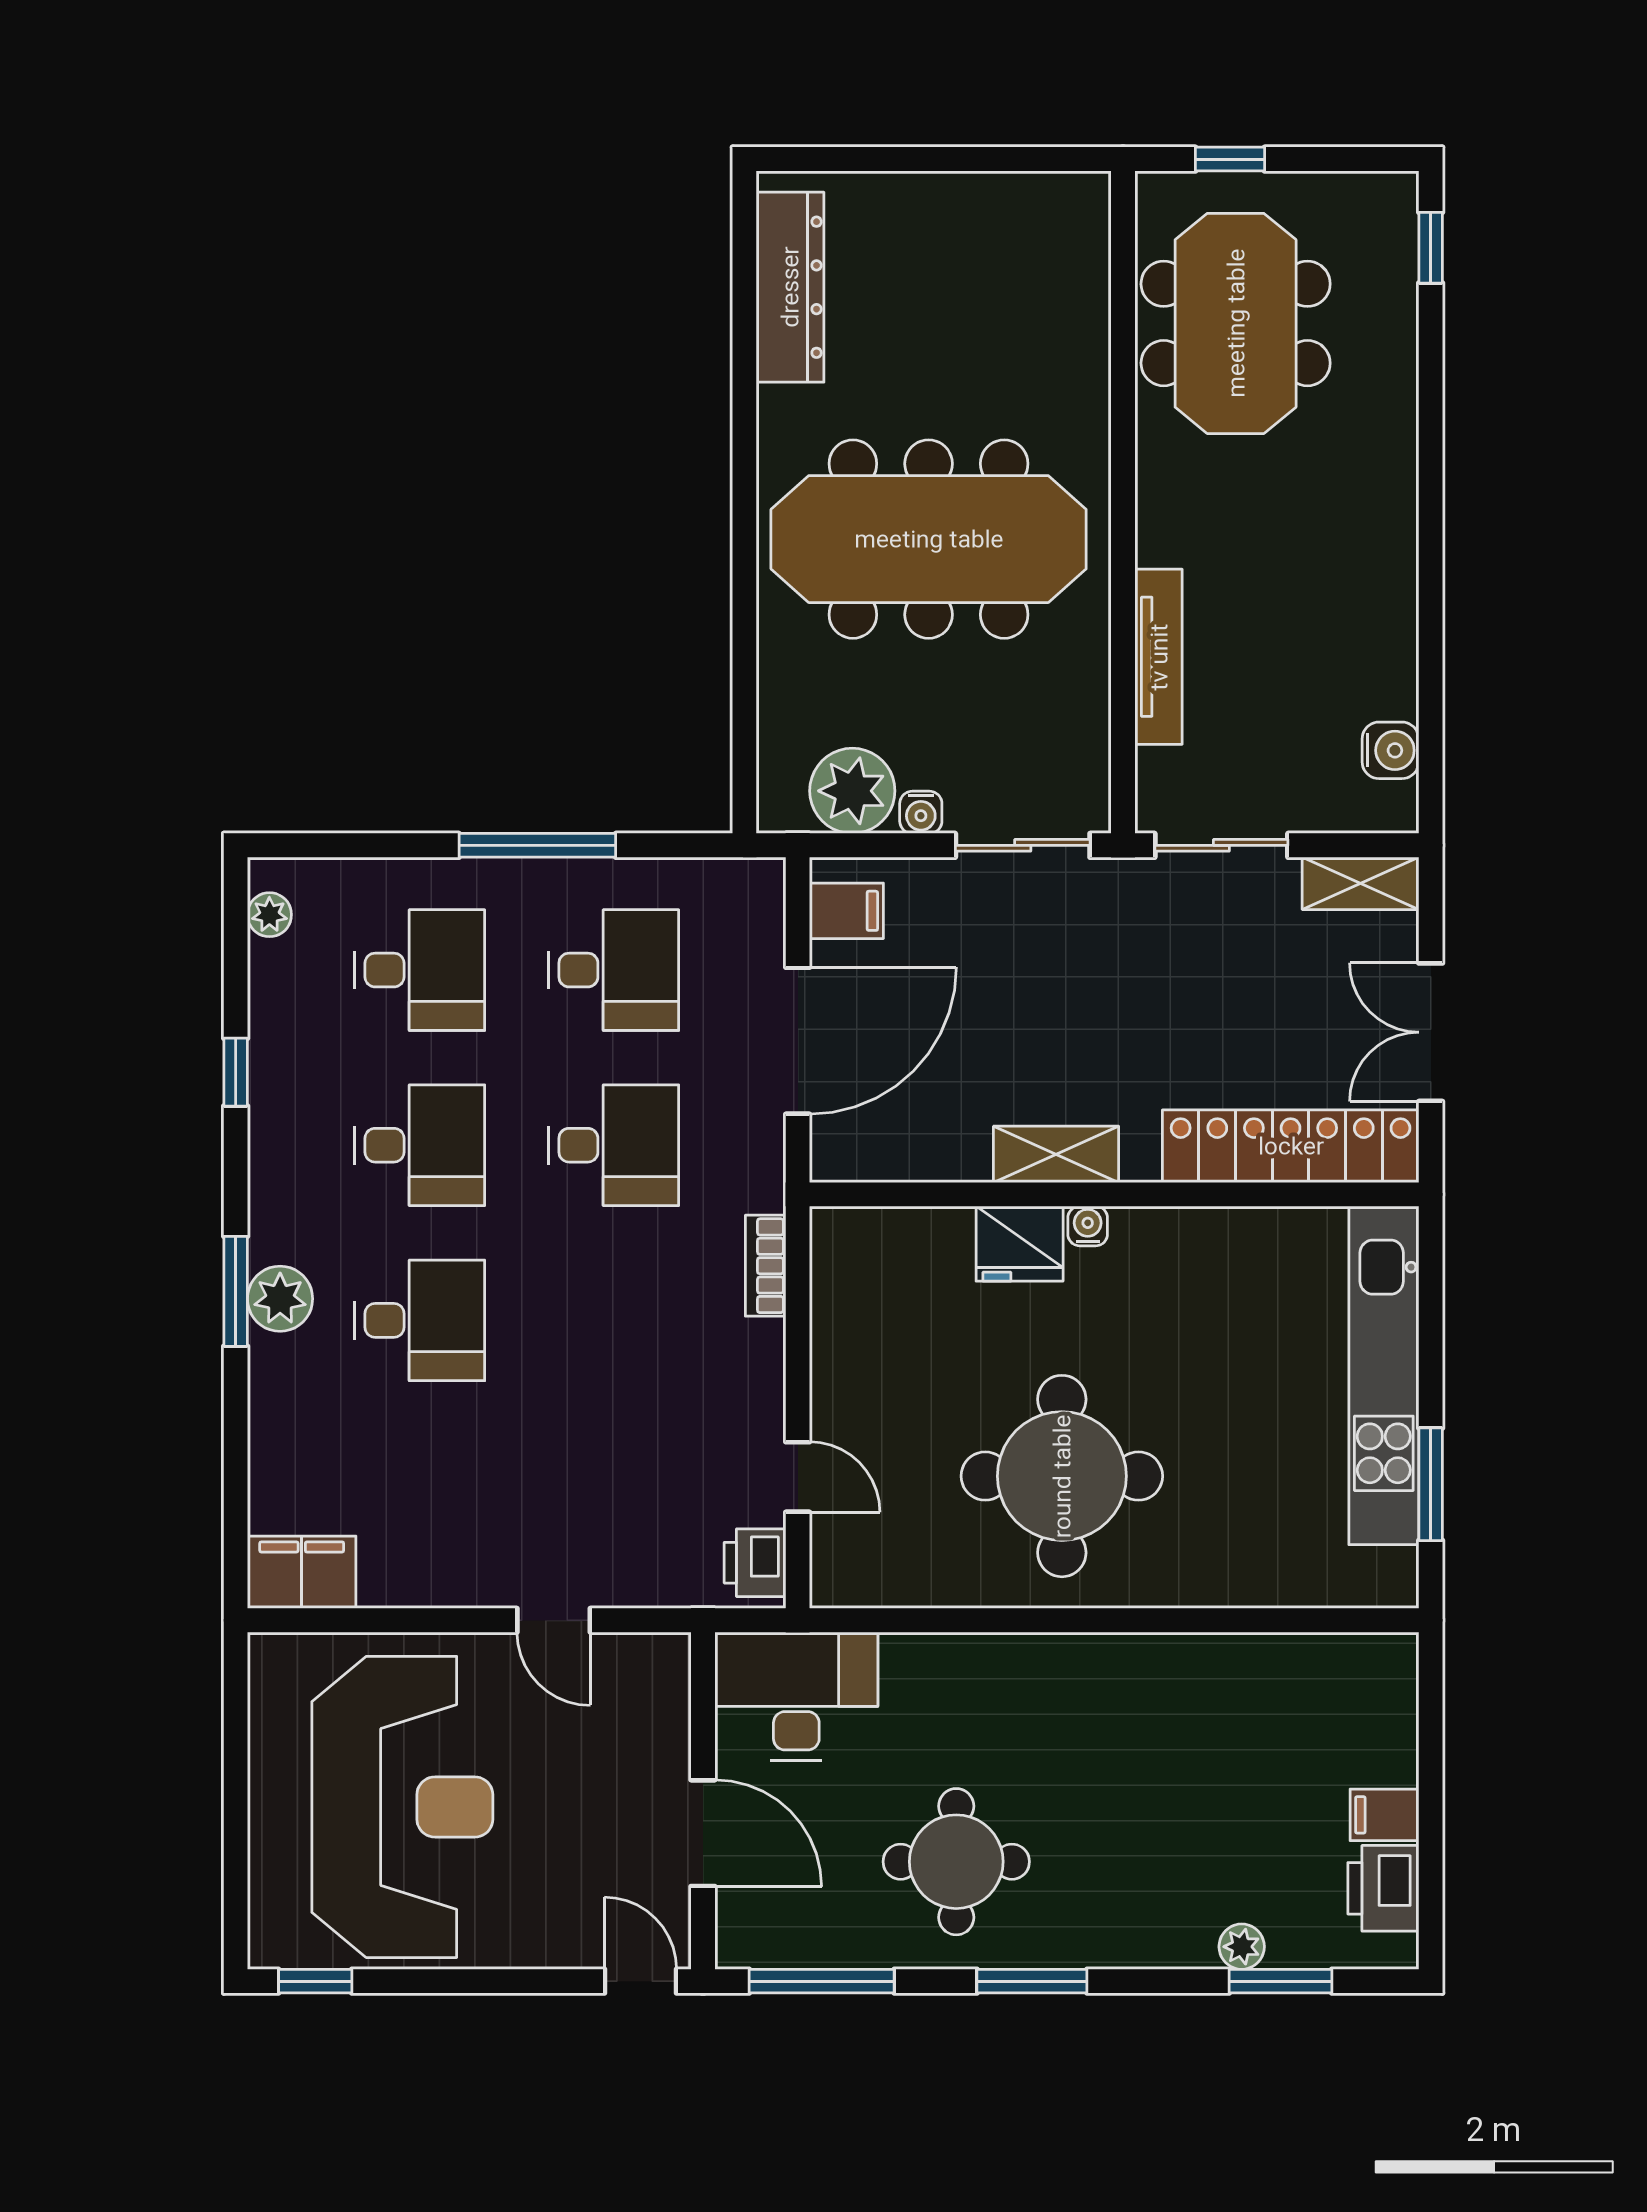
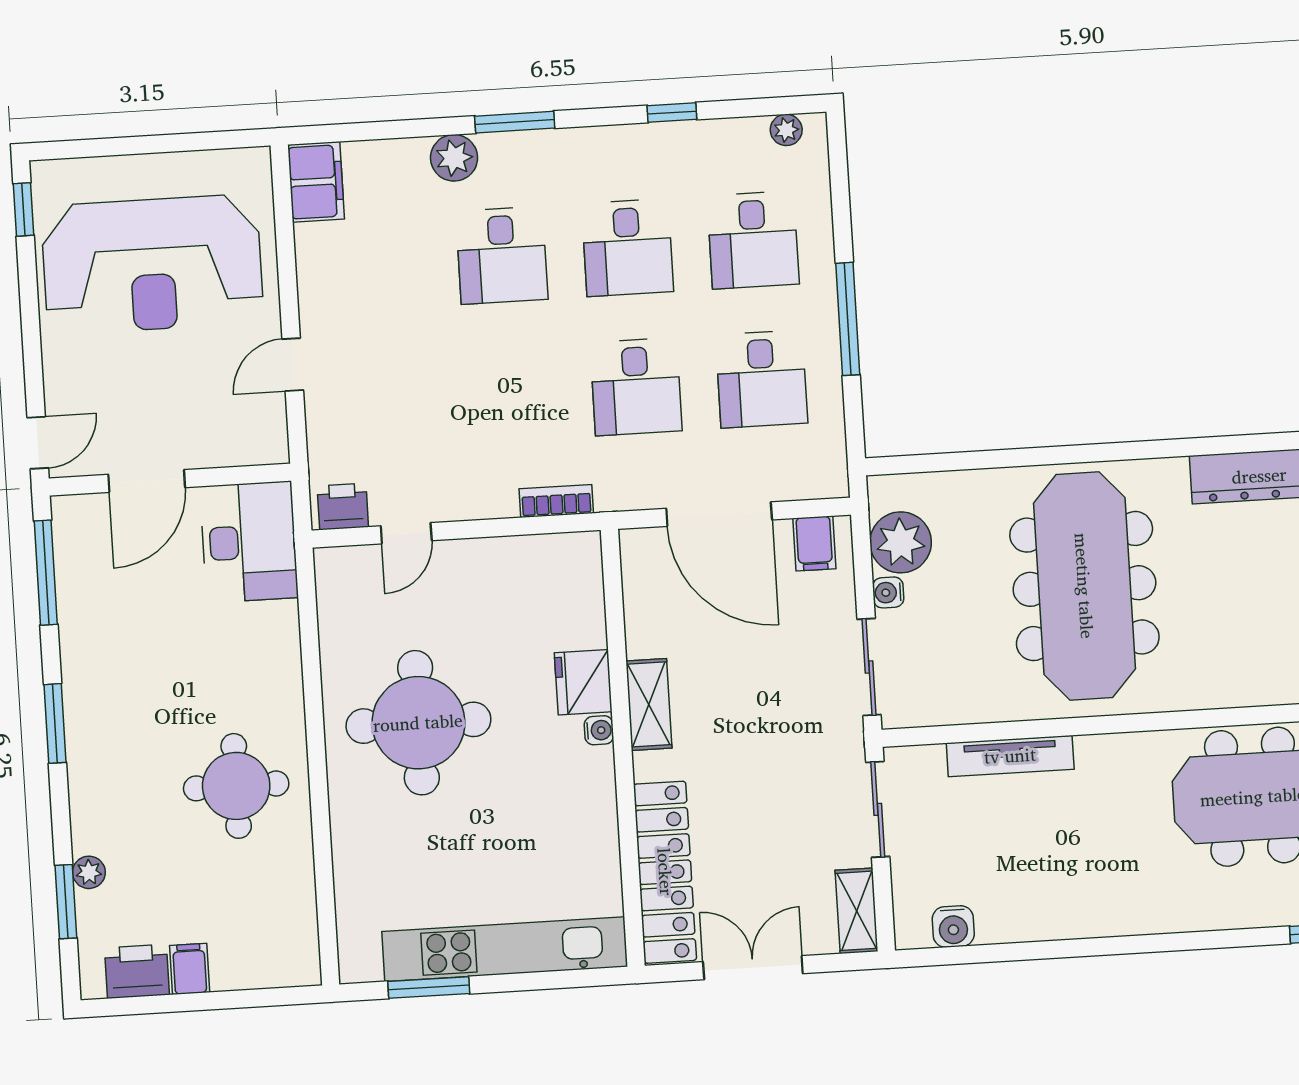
plant: (280, 1299) -> (454, 158), moved
round table: (956, 1862) -> (236, 786), moved

